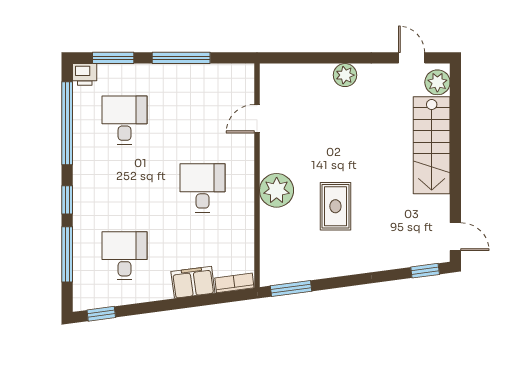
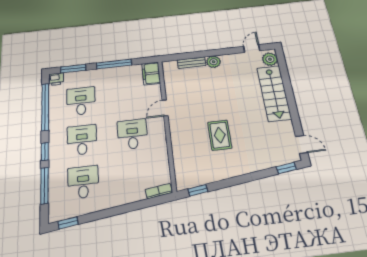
door: (412, 58) -> (252, 49), hinge flipped
bench: (309, 72) -> (192, 63), added
door: (257, 119) -> (165, 108), moved
desk: (125, 188) -> (82, 140), added
plant: (277, 190) -> (180, 130), removed
filing cabinet: (193, 282) -> (151, 73), moved, turned -82
window: (291, 288) -> (198, 190), width x0.67

